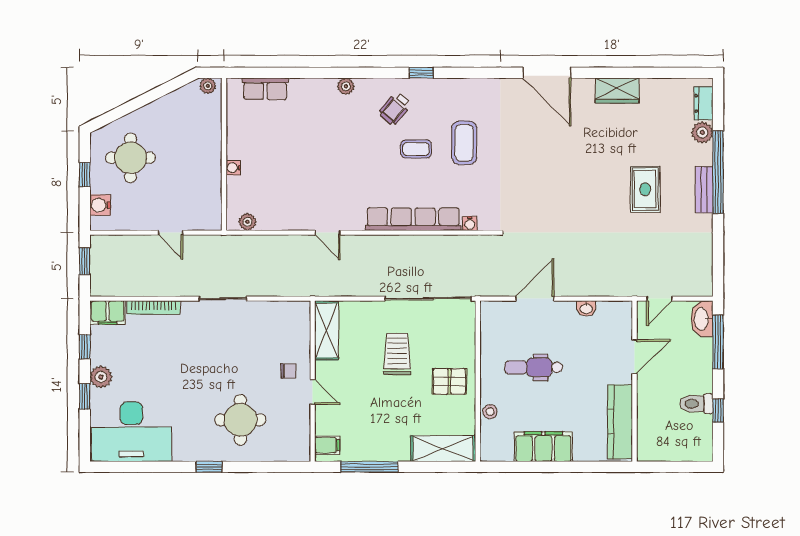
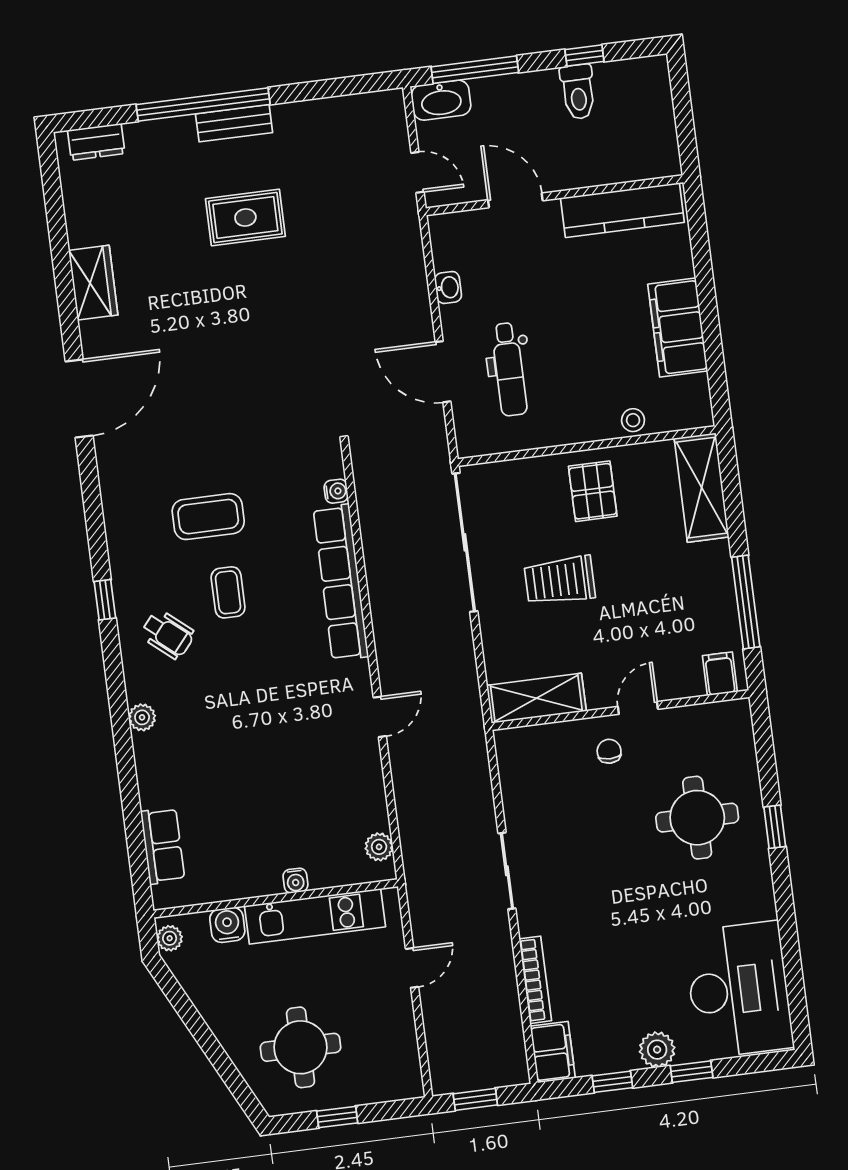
plant: (702, 133) -> (143, 138), removed
kitchen unit: (210, 177) -> (315, 916), added
water cooler: (100, 205) -> (227, 925), moved, turned 180
dental chair: (534, 367) -> (509, 369), moved
window: (209, 467) -> (775, 827), moved

